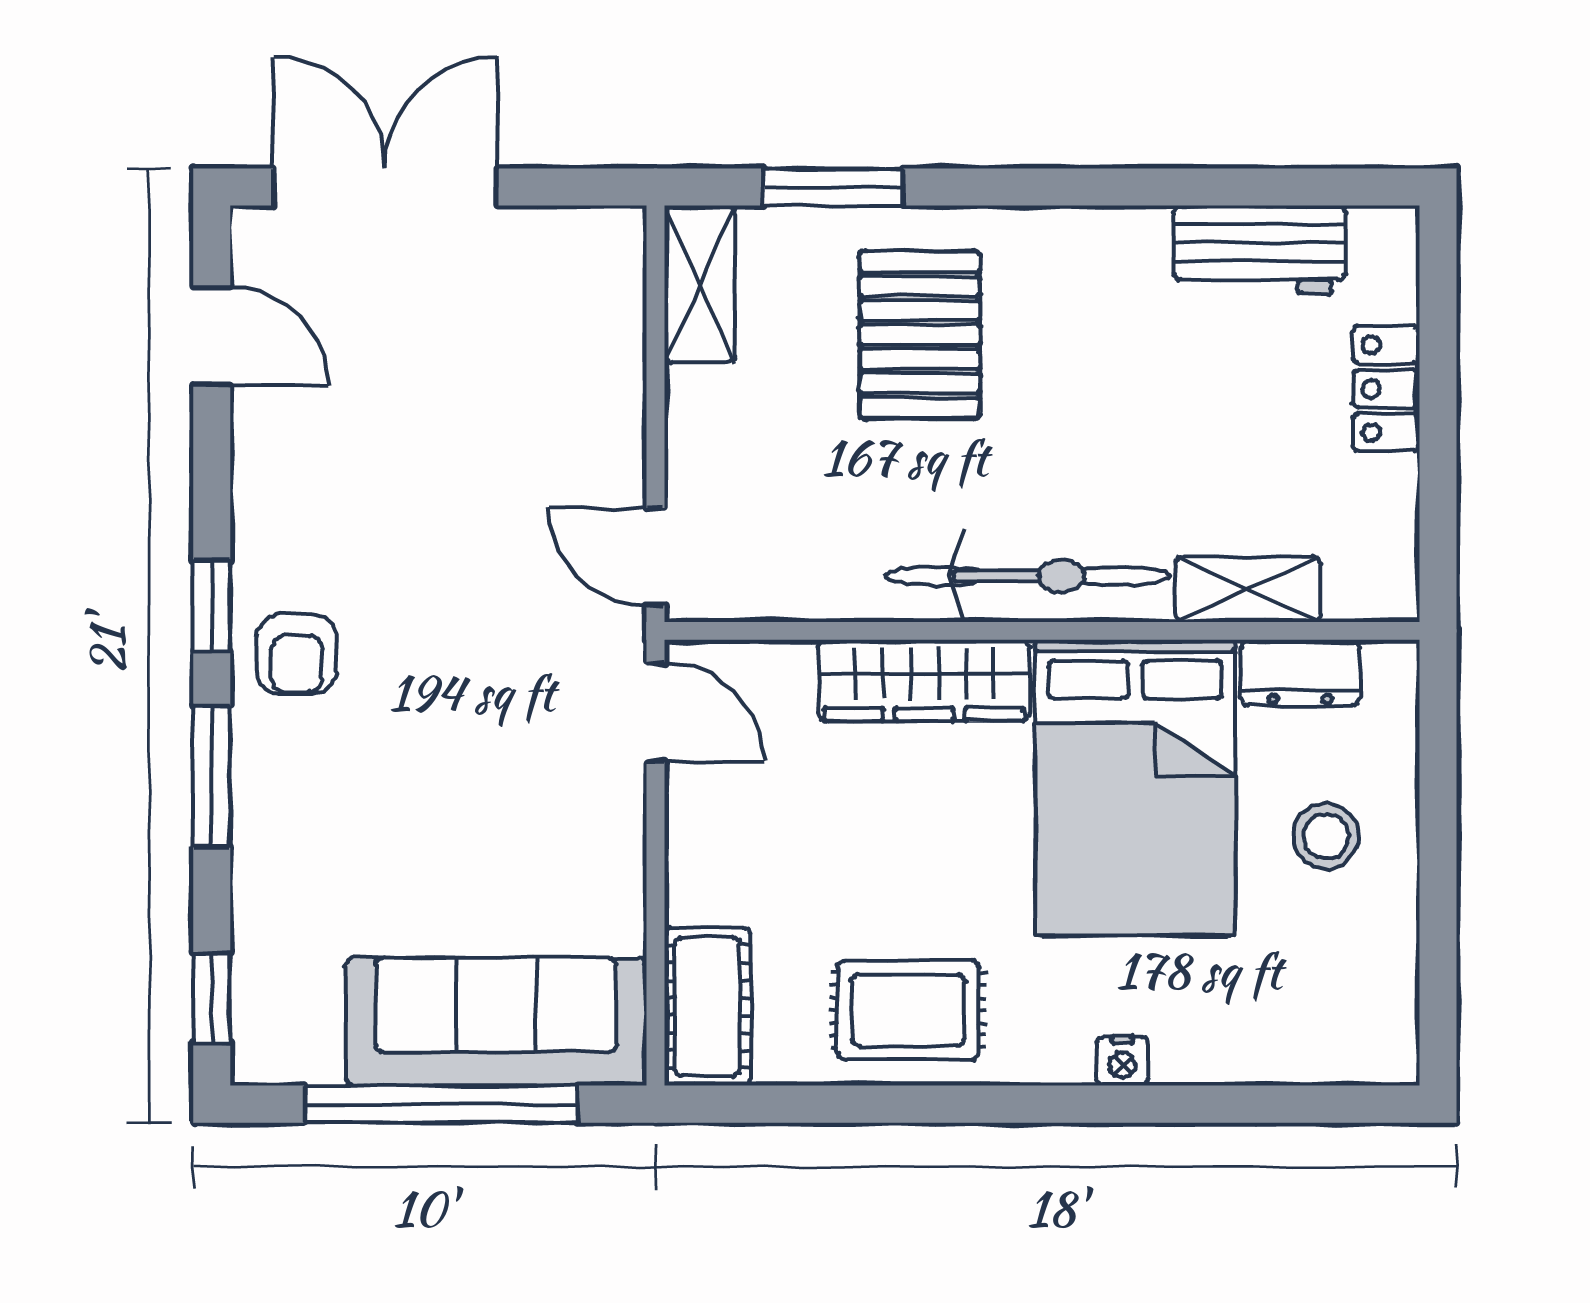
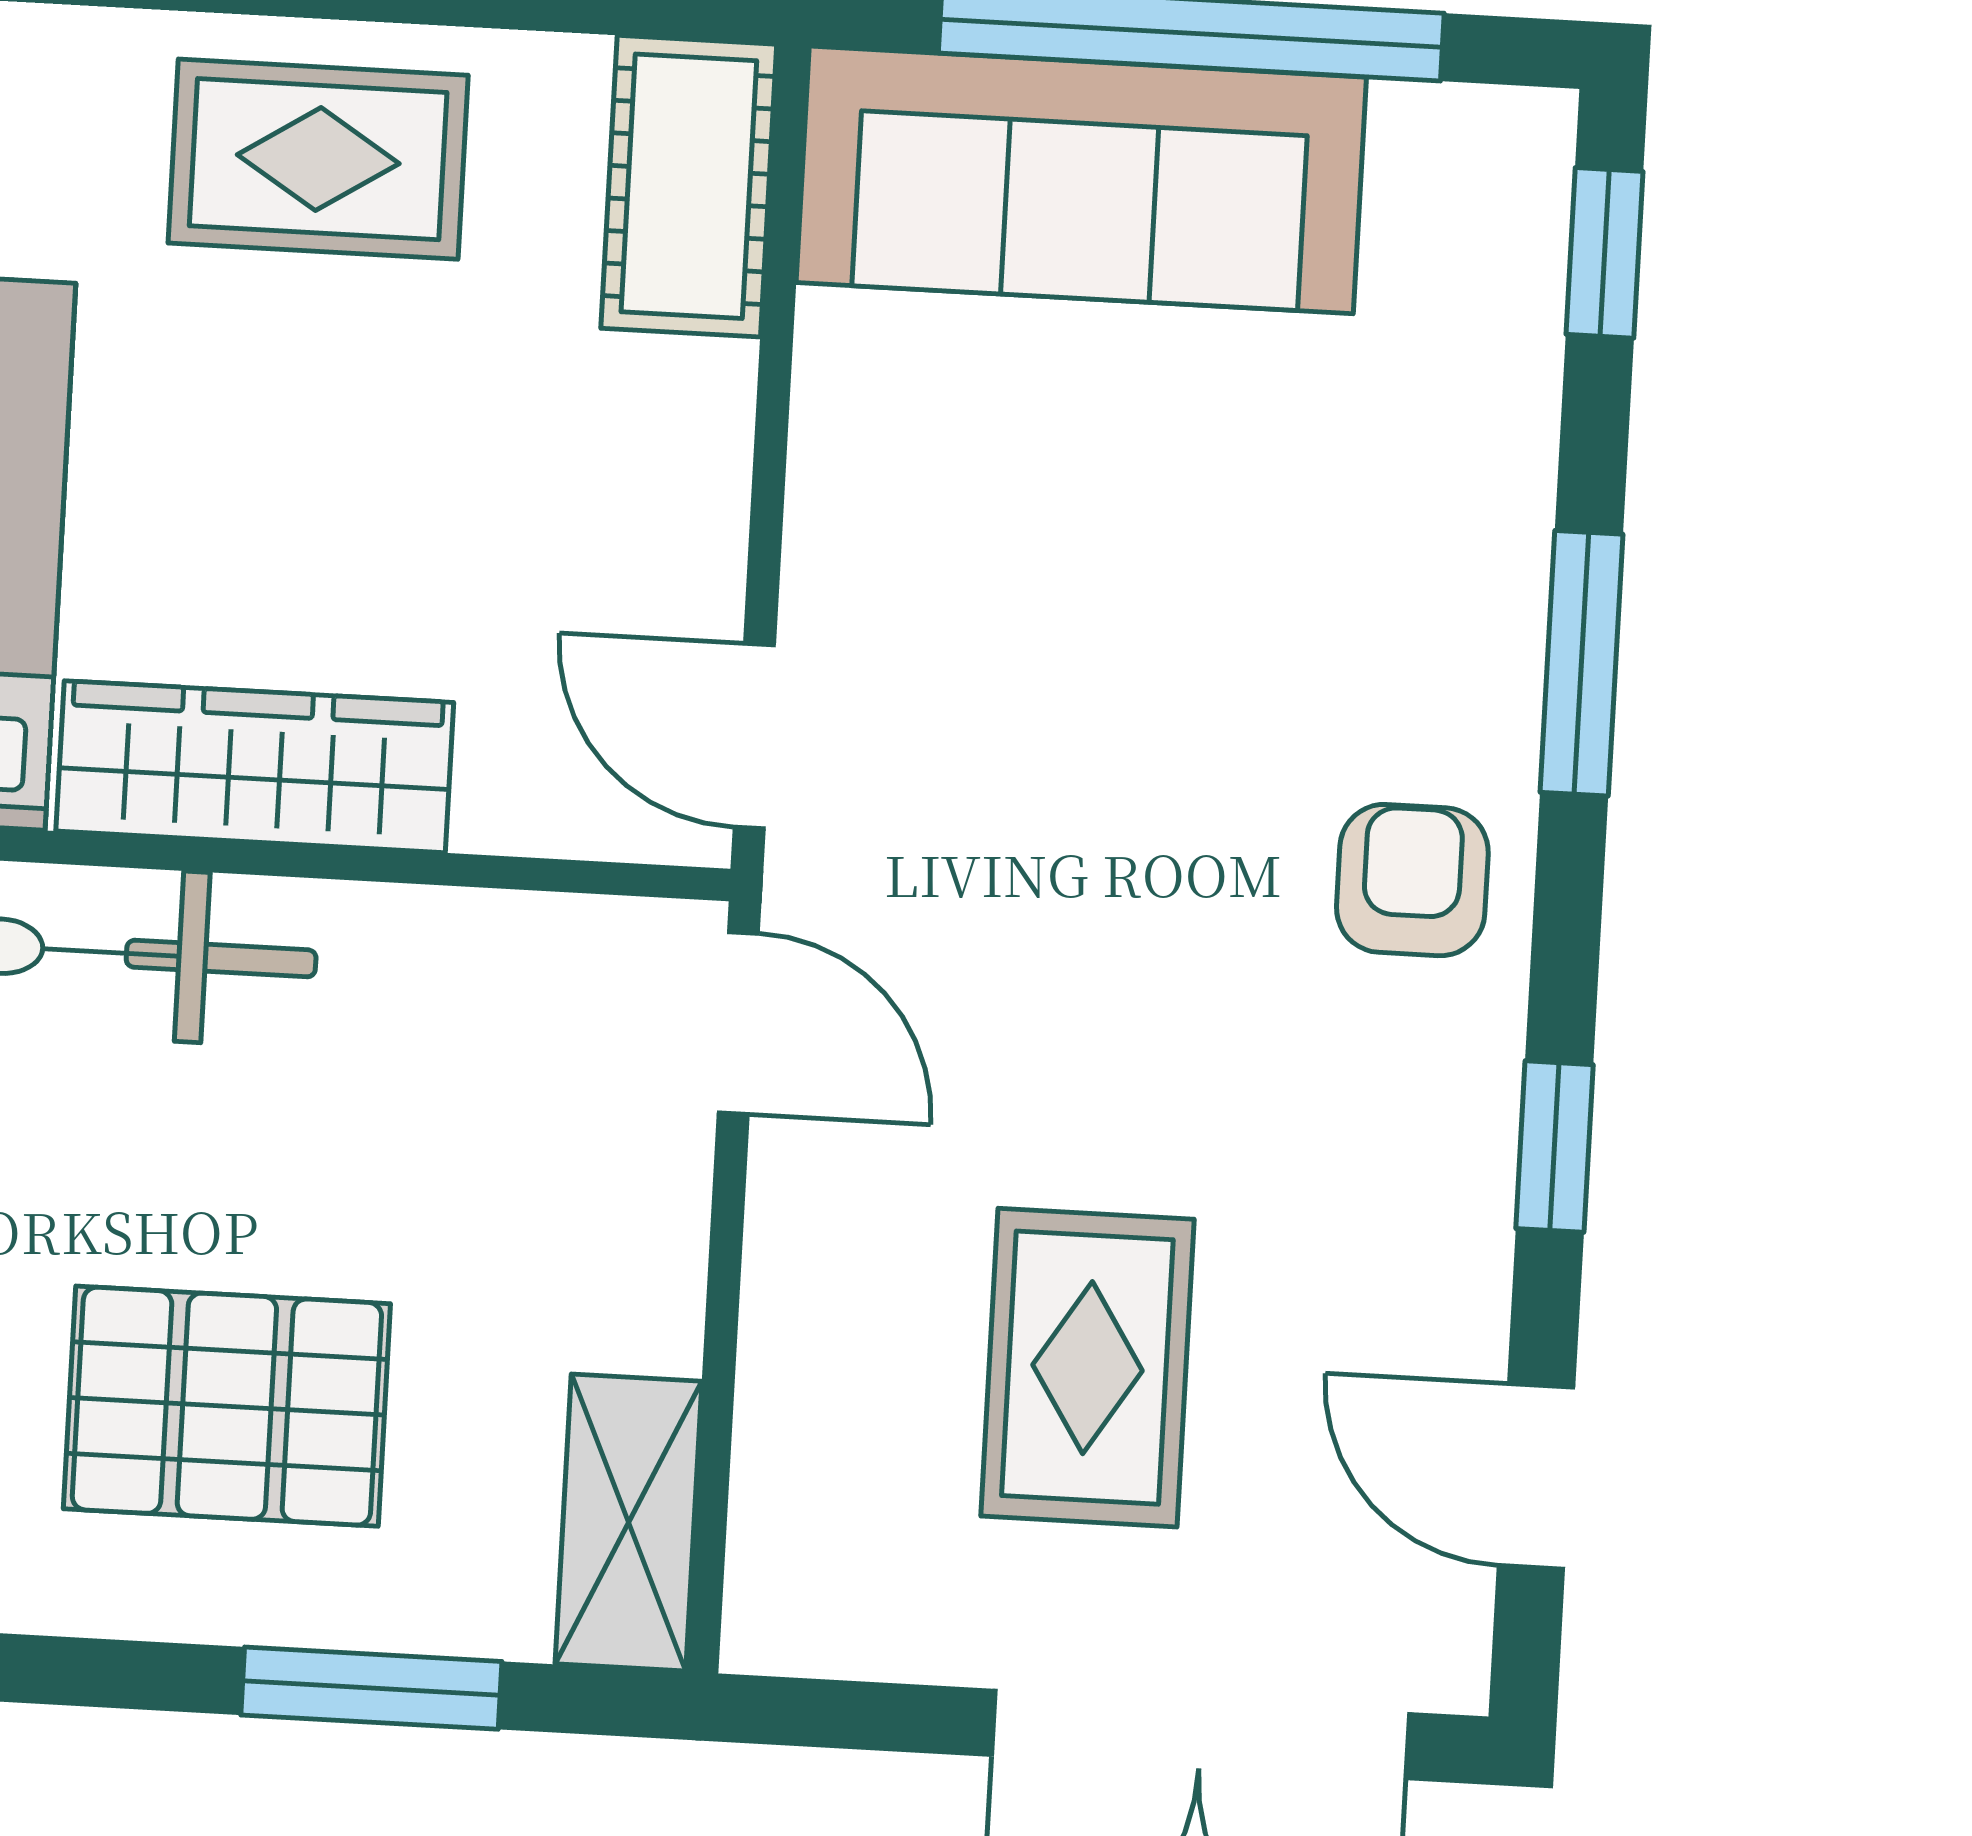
pallet: (920, 335) -> (227, 1406), turned 90
rug: (457, 381) -> (1087, 1368), added
window: (212, 606) -> (1555, 1147), moved

